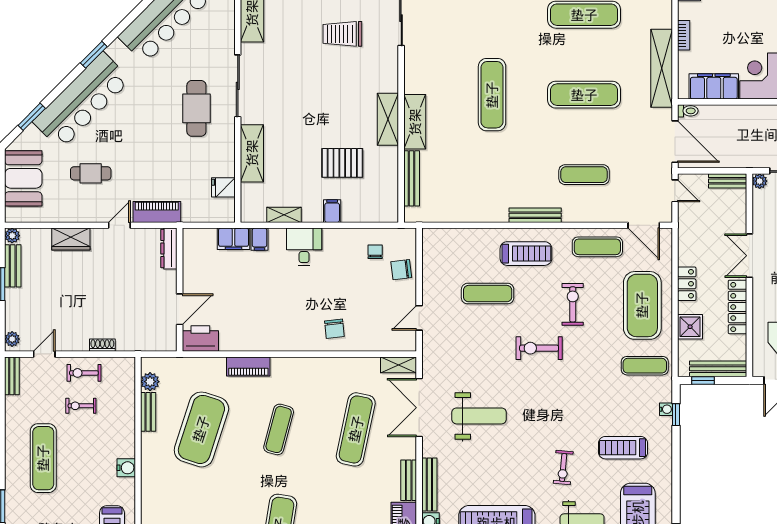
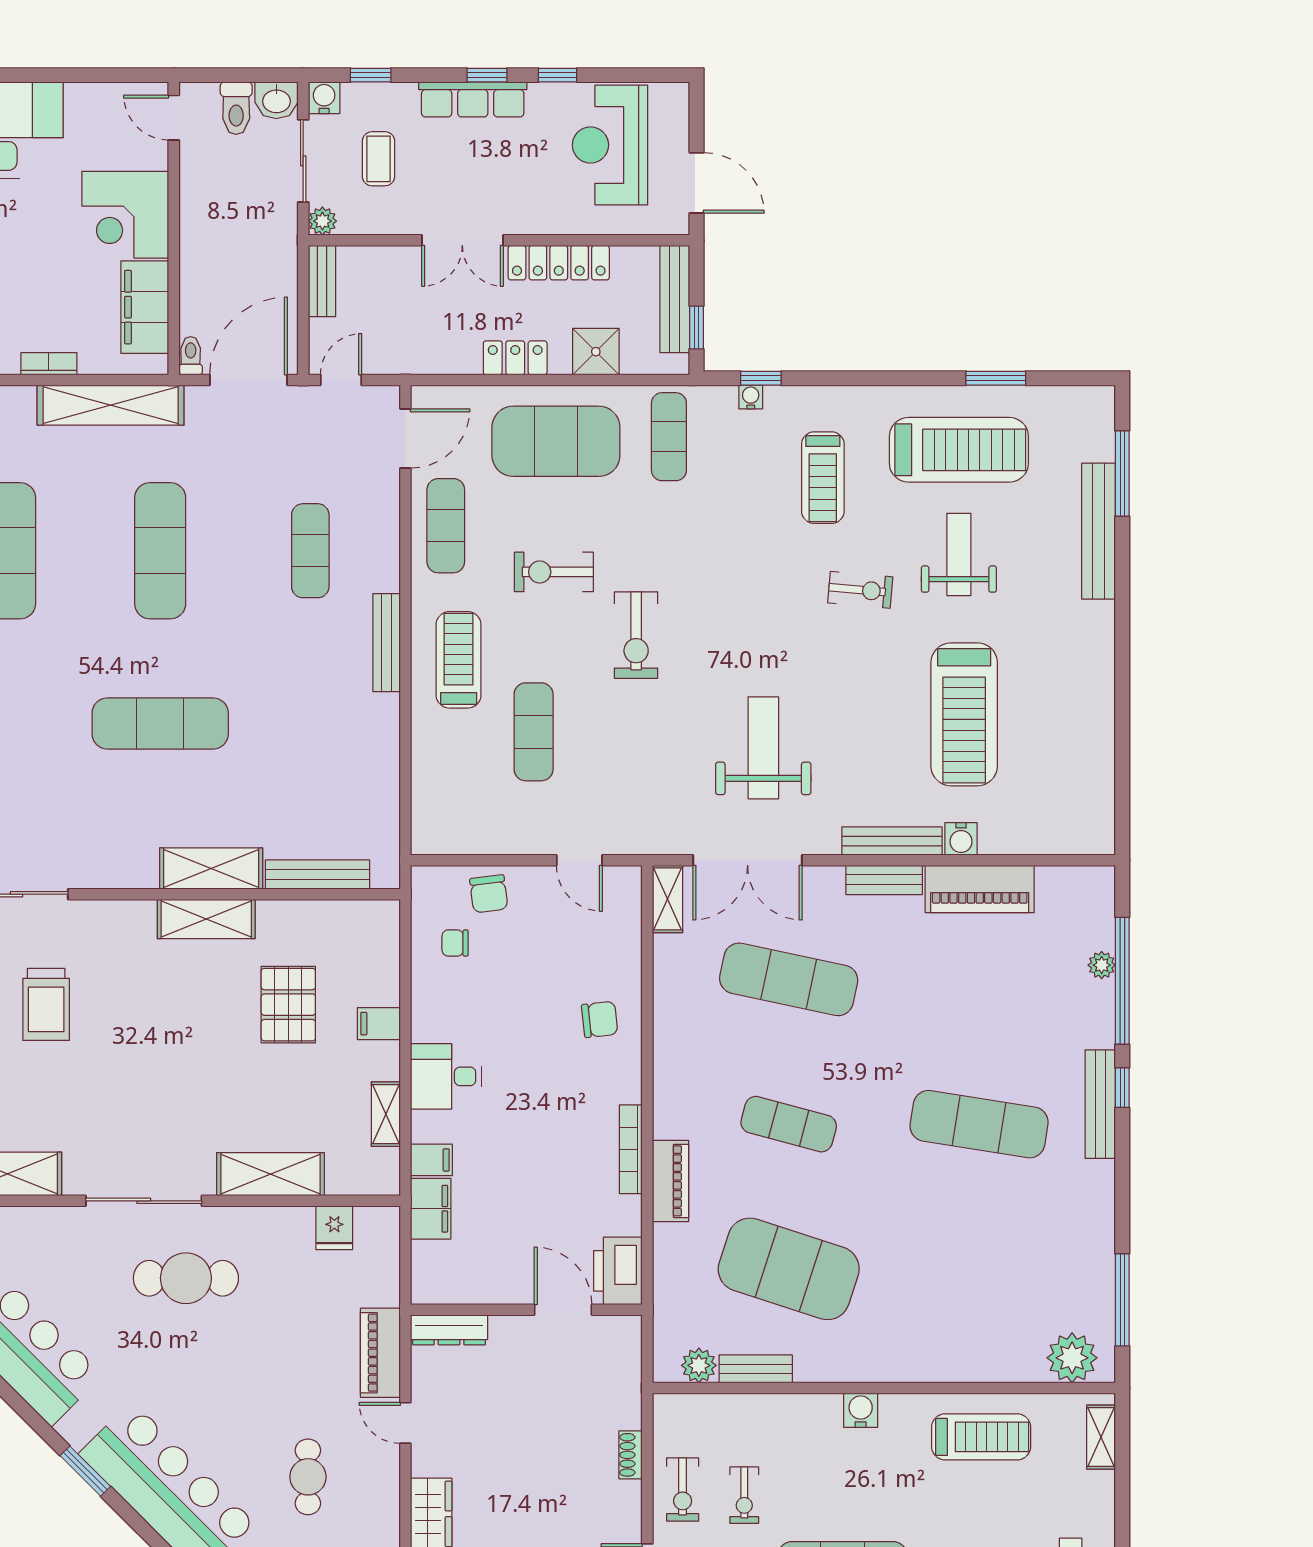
bookcase: (265, 345) -> (631, 1149), added

